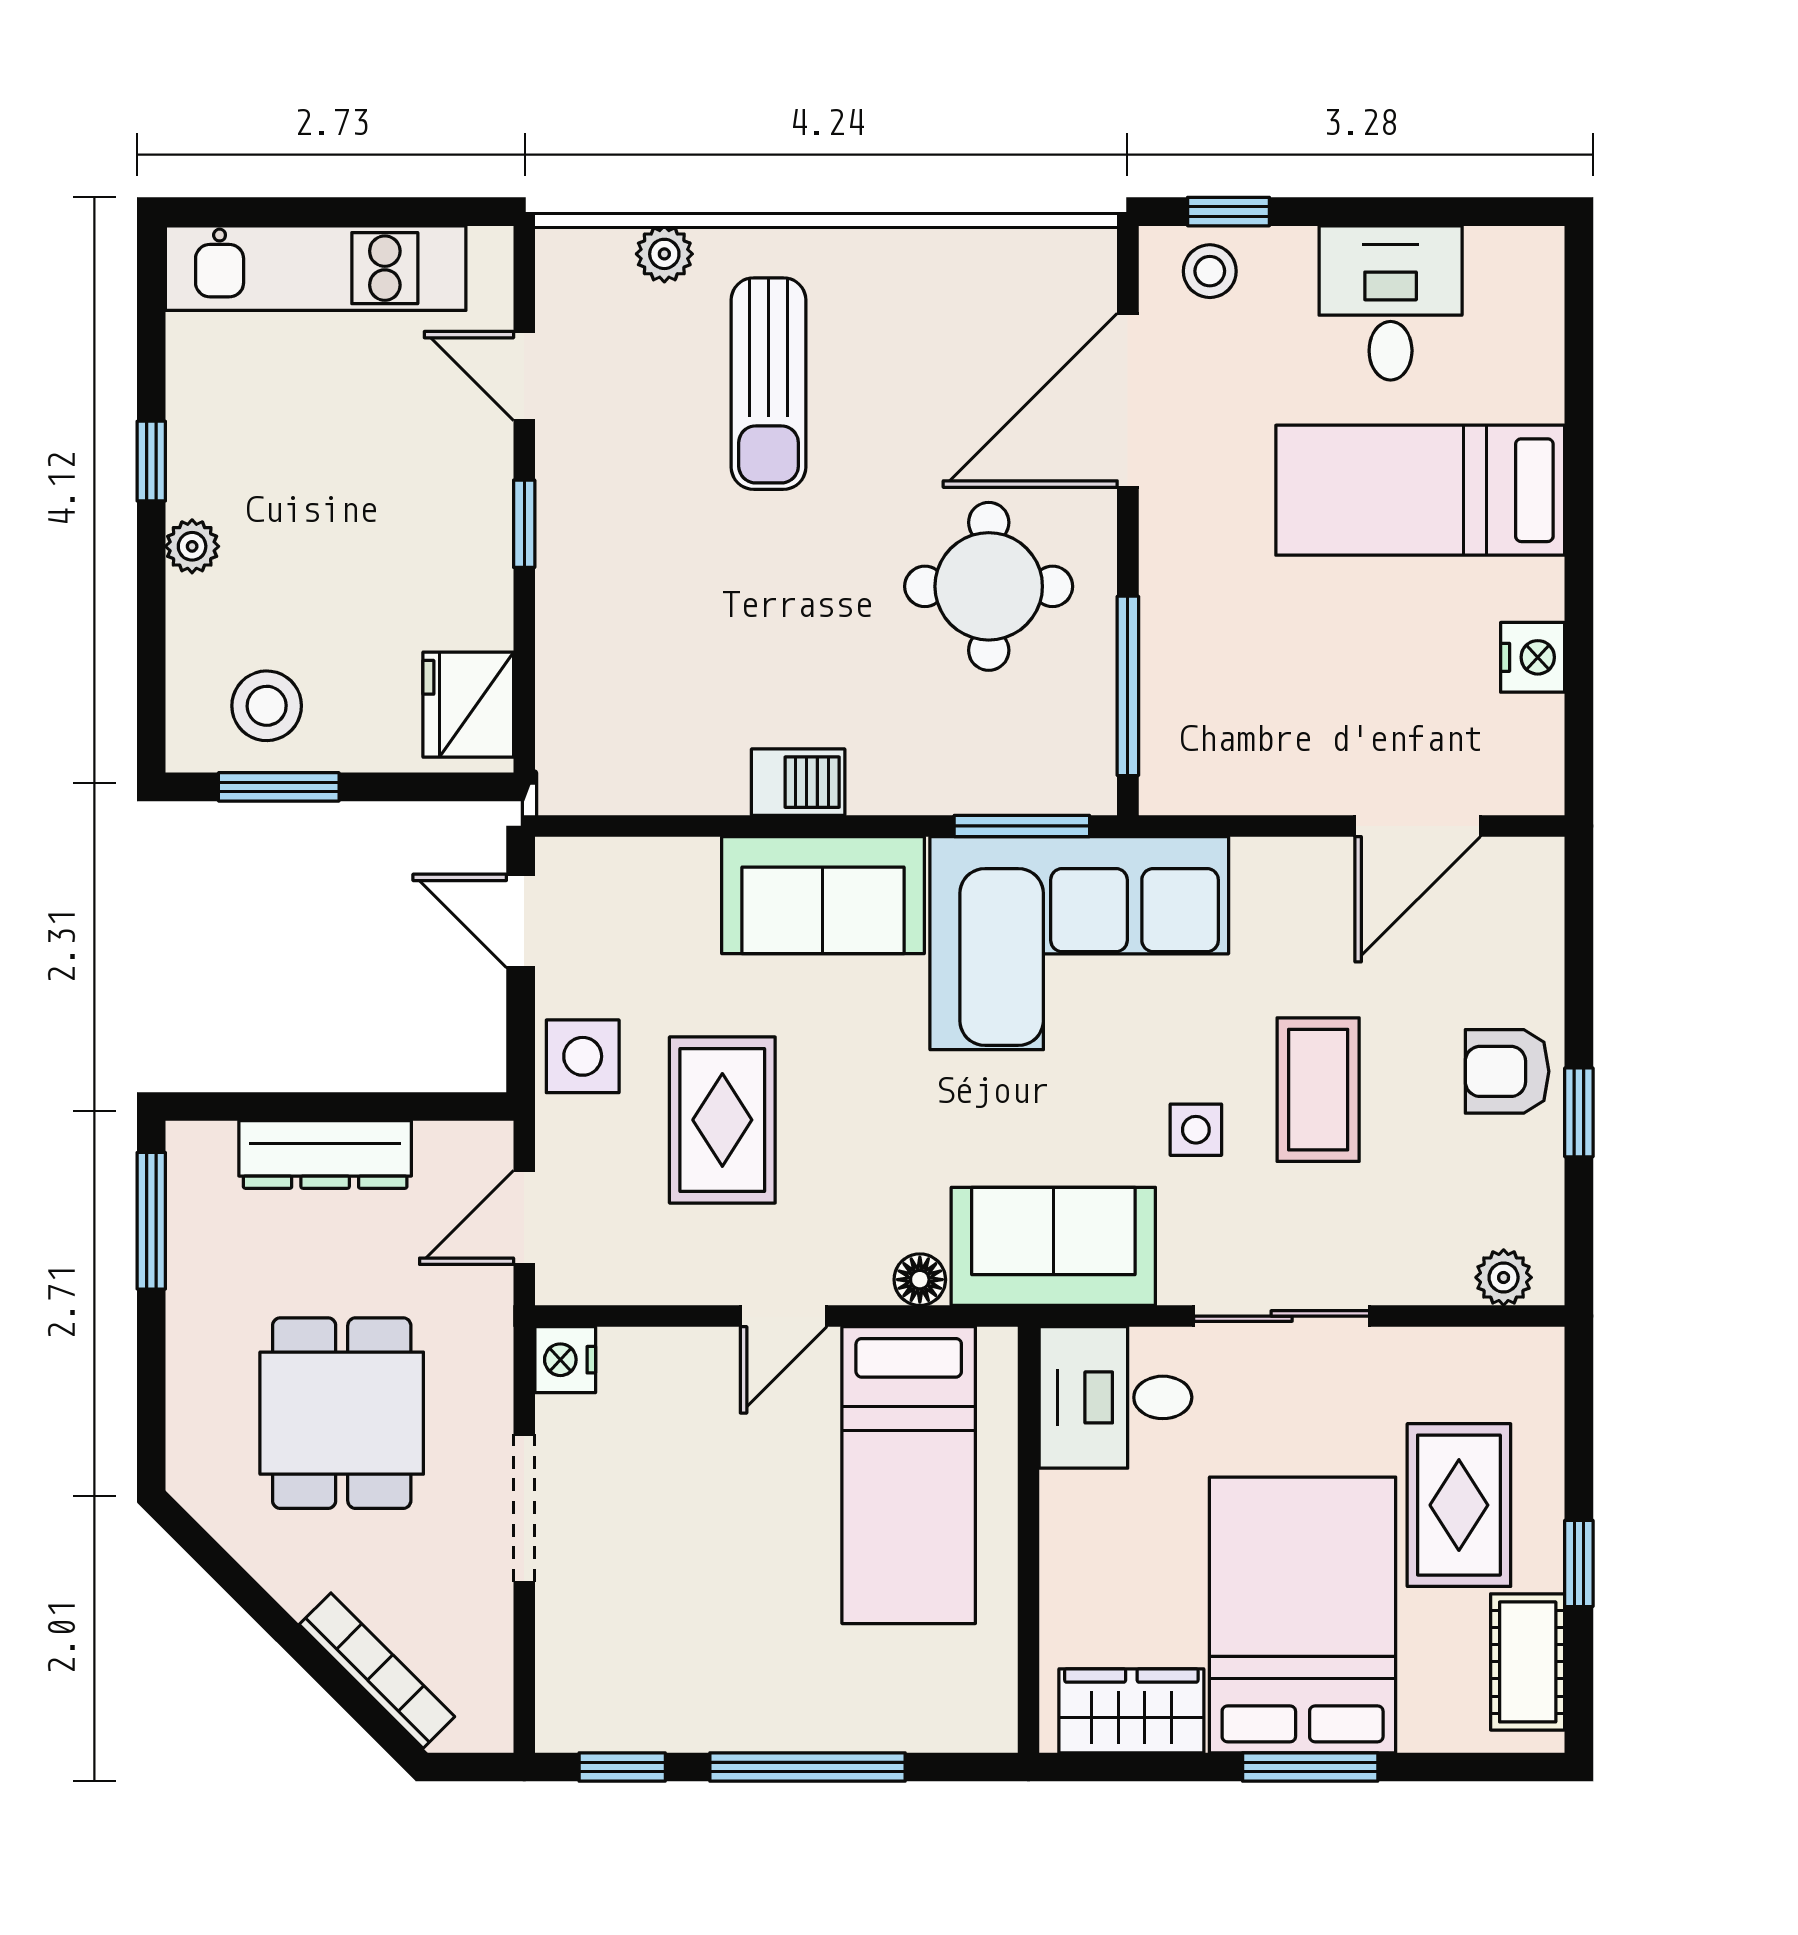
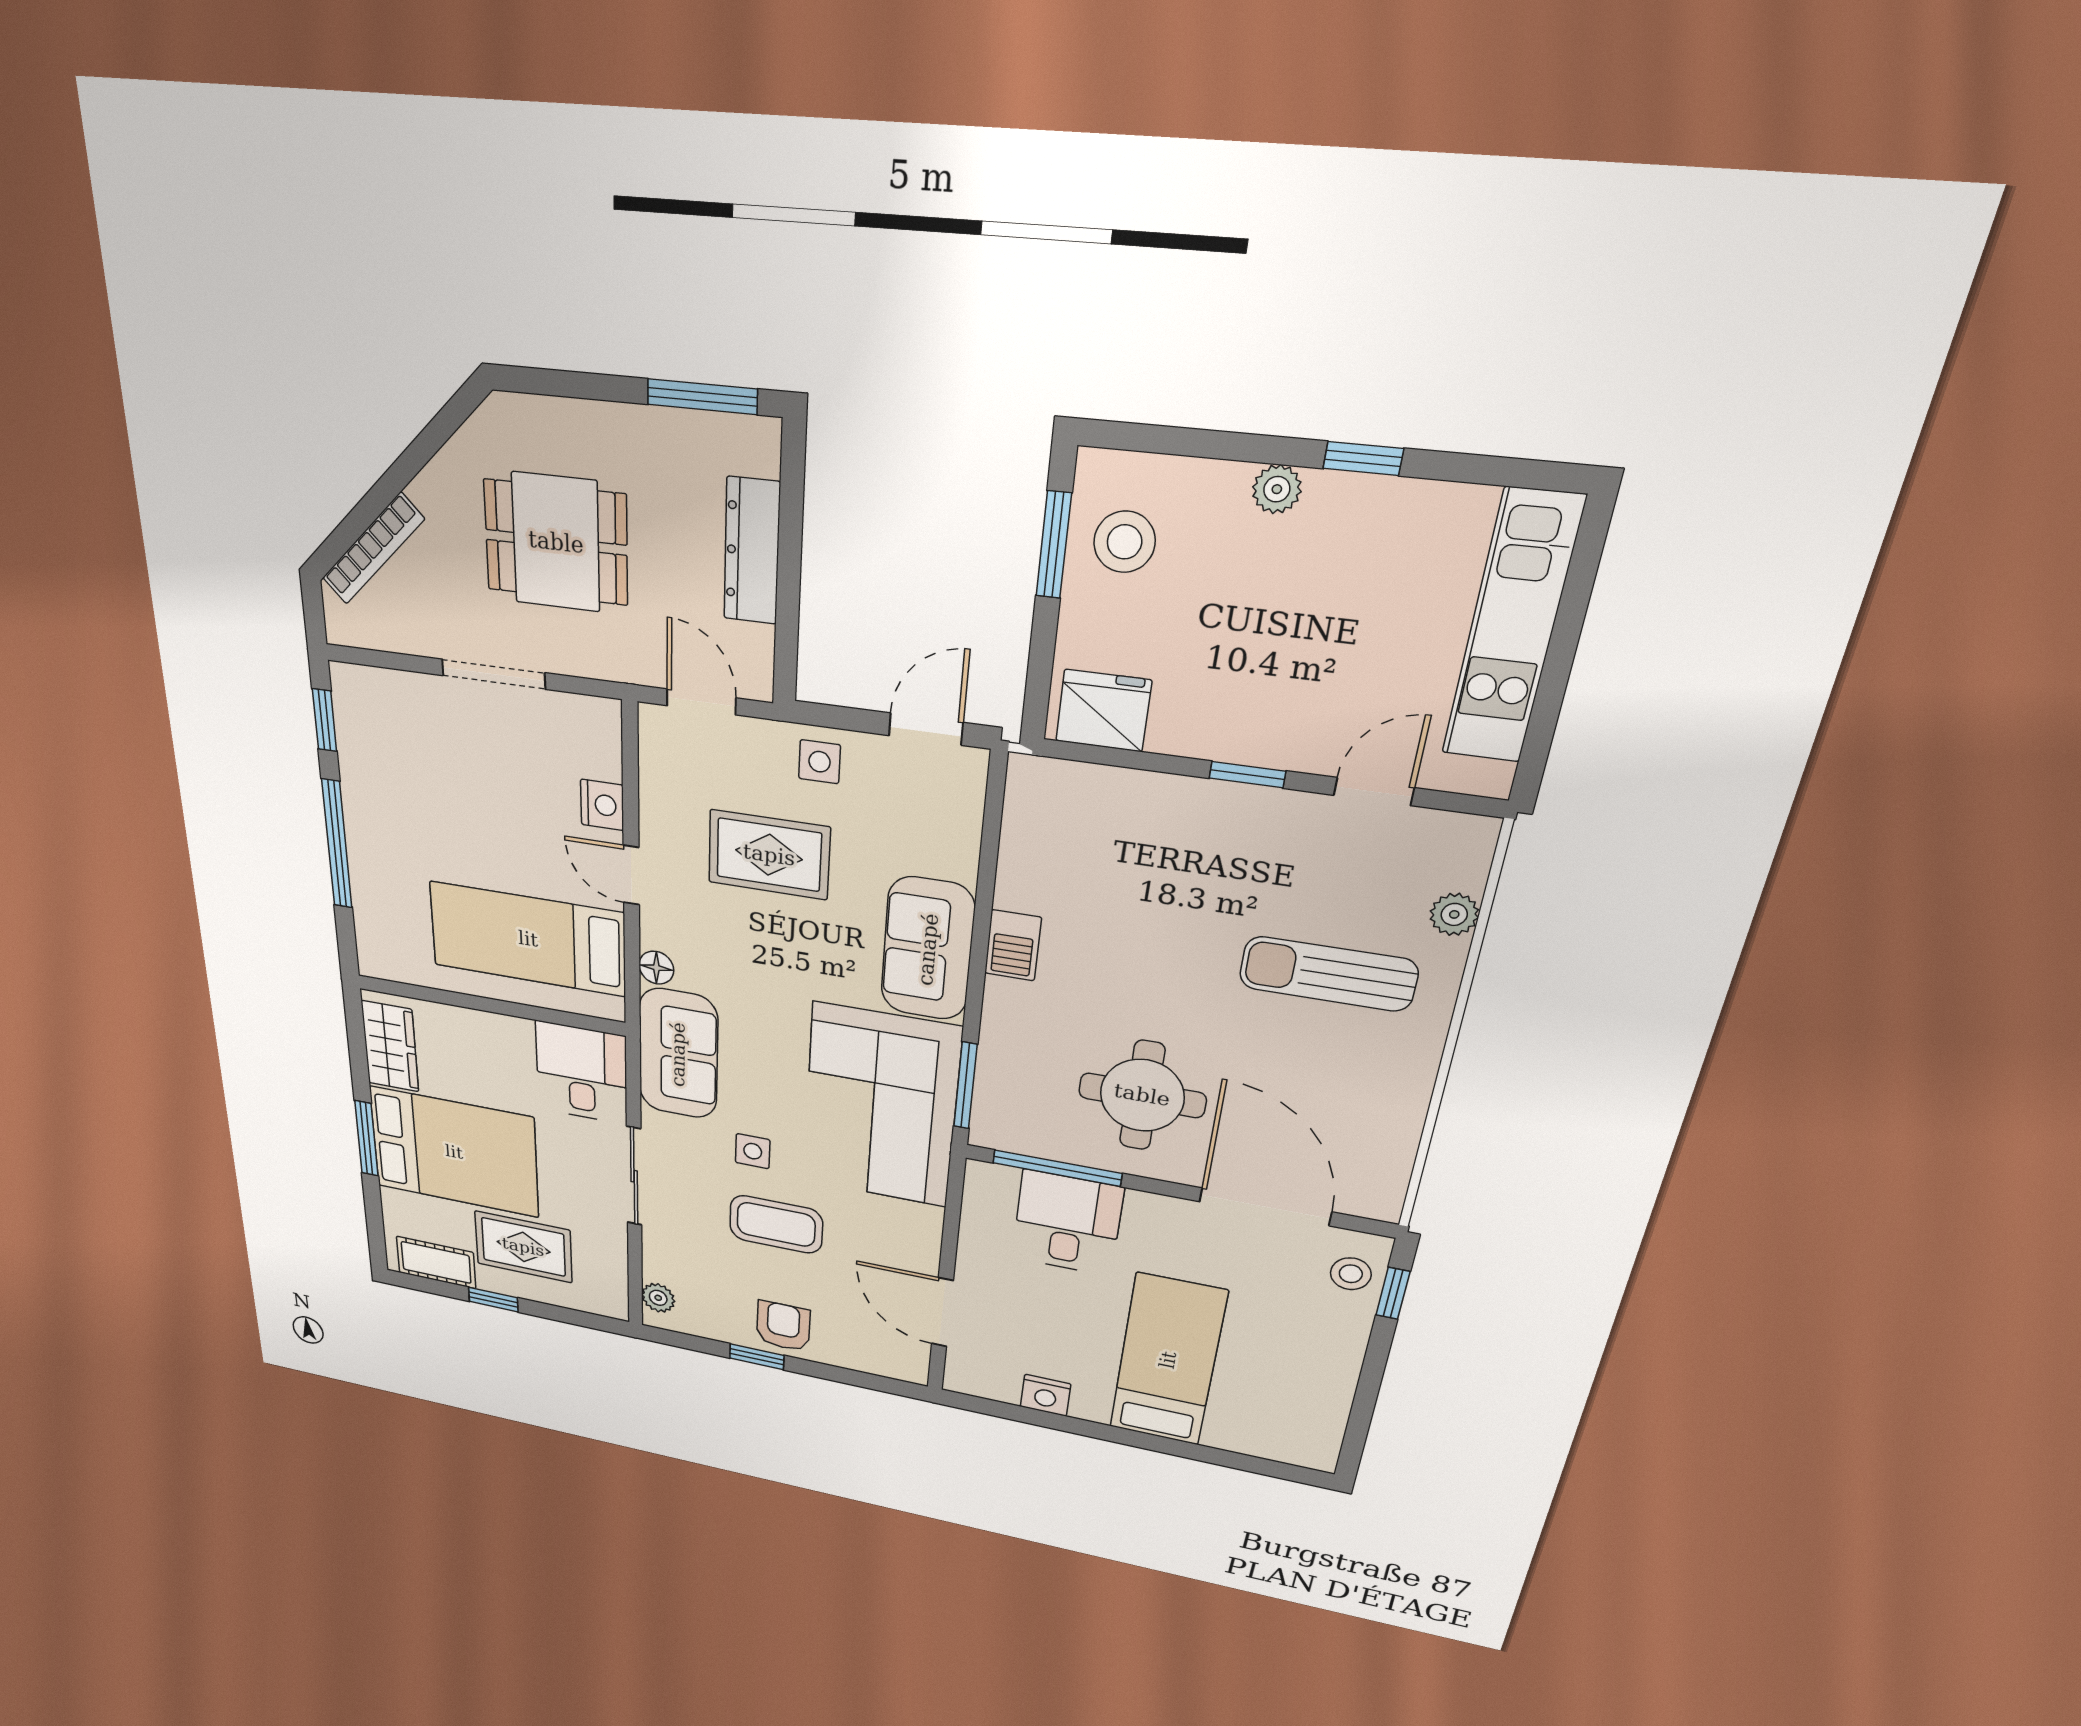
desk: (1391, 303) -> (1067, 1223), moved, turned -90
side table: (583, 1056) -> (820, 762), width x0.73, depth x0.73
nightstand: (565, 1360) -> (602, 805), moved, turned 90

